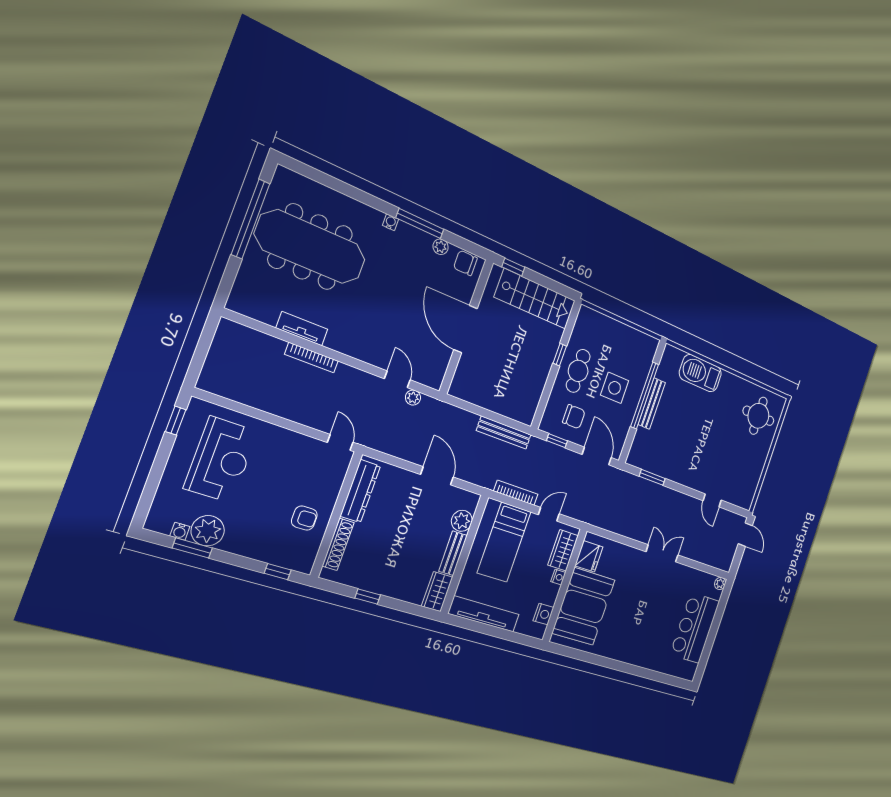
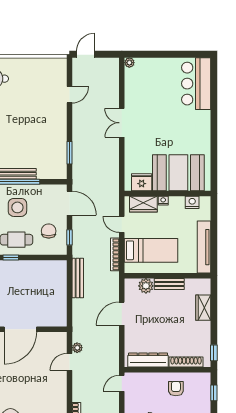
door: (597, 456) -> (70, 203), swing flipped
wardrobe: (437, 592) -> (203, 308), moved, turned 90
window: (368, 596) -> (214, 353), moved
bar counter: (695, 628) -> (196, 84), moved, turned 90

